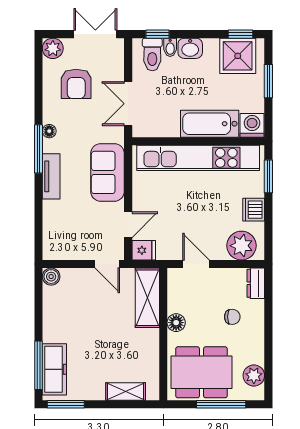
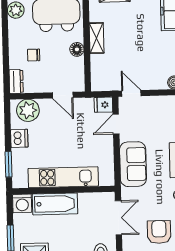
kitchen unit: (198, 158) -> (63, 177), width x0.73
shelving: (147, 298) -> (97, 38), moved, width x0.67, depth x0.75

